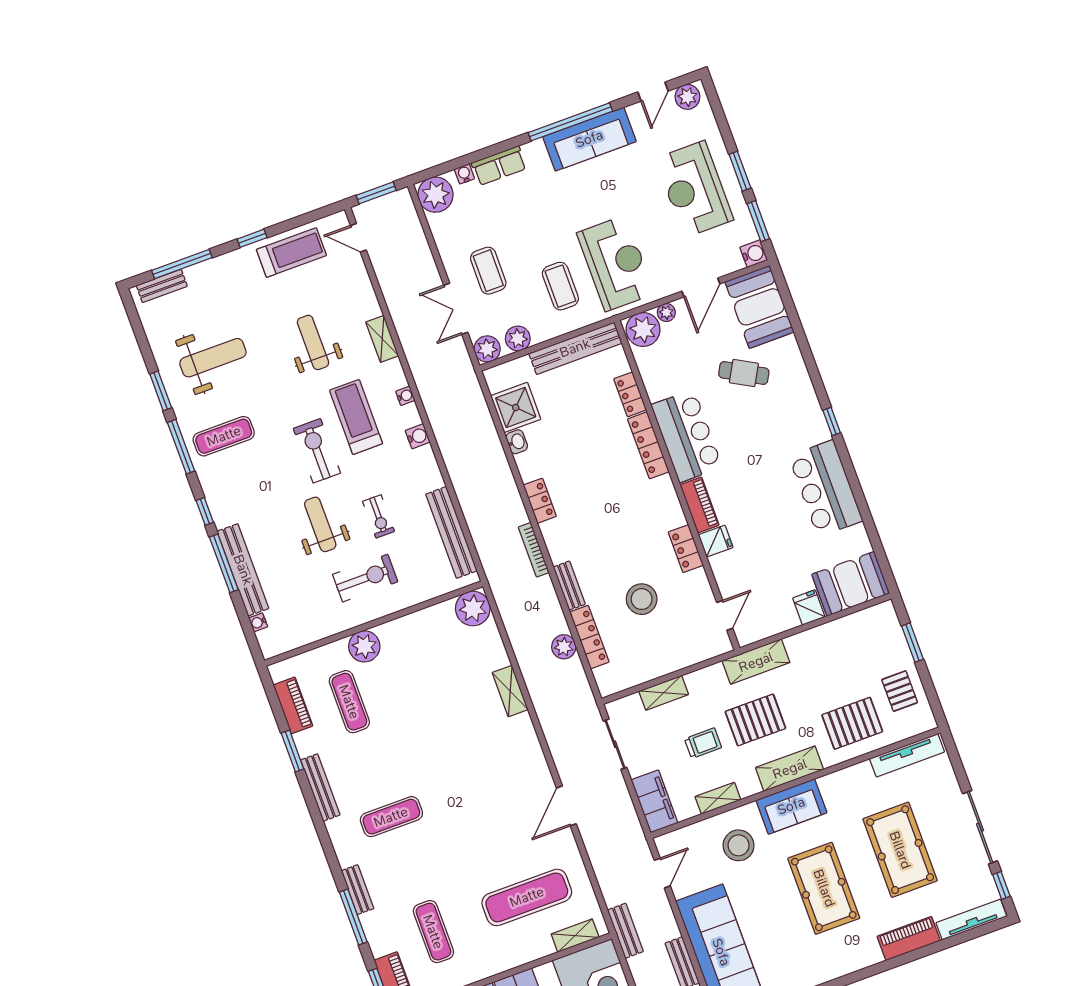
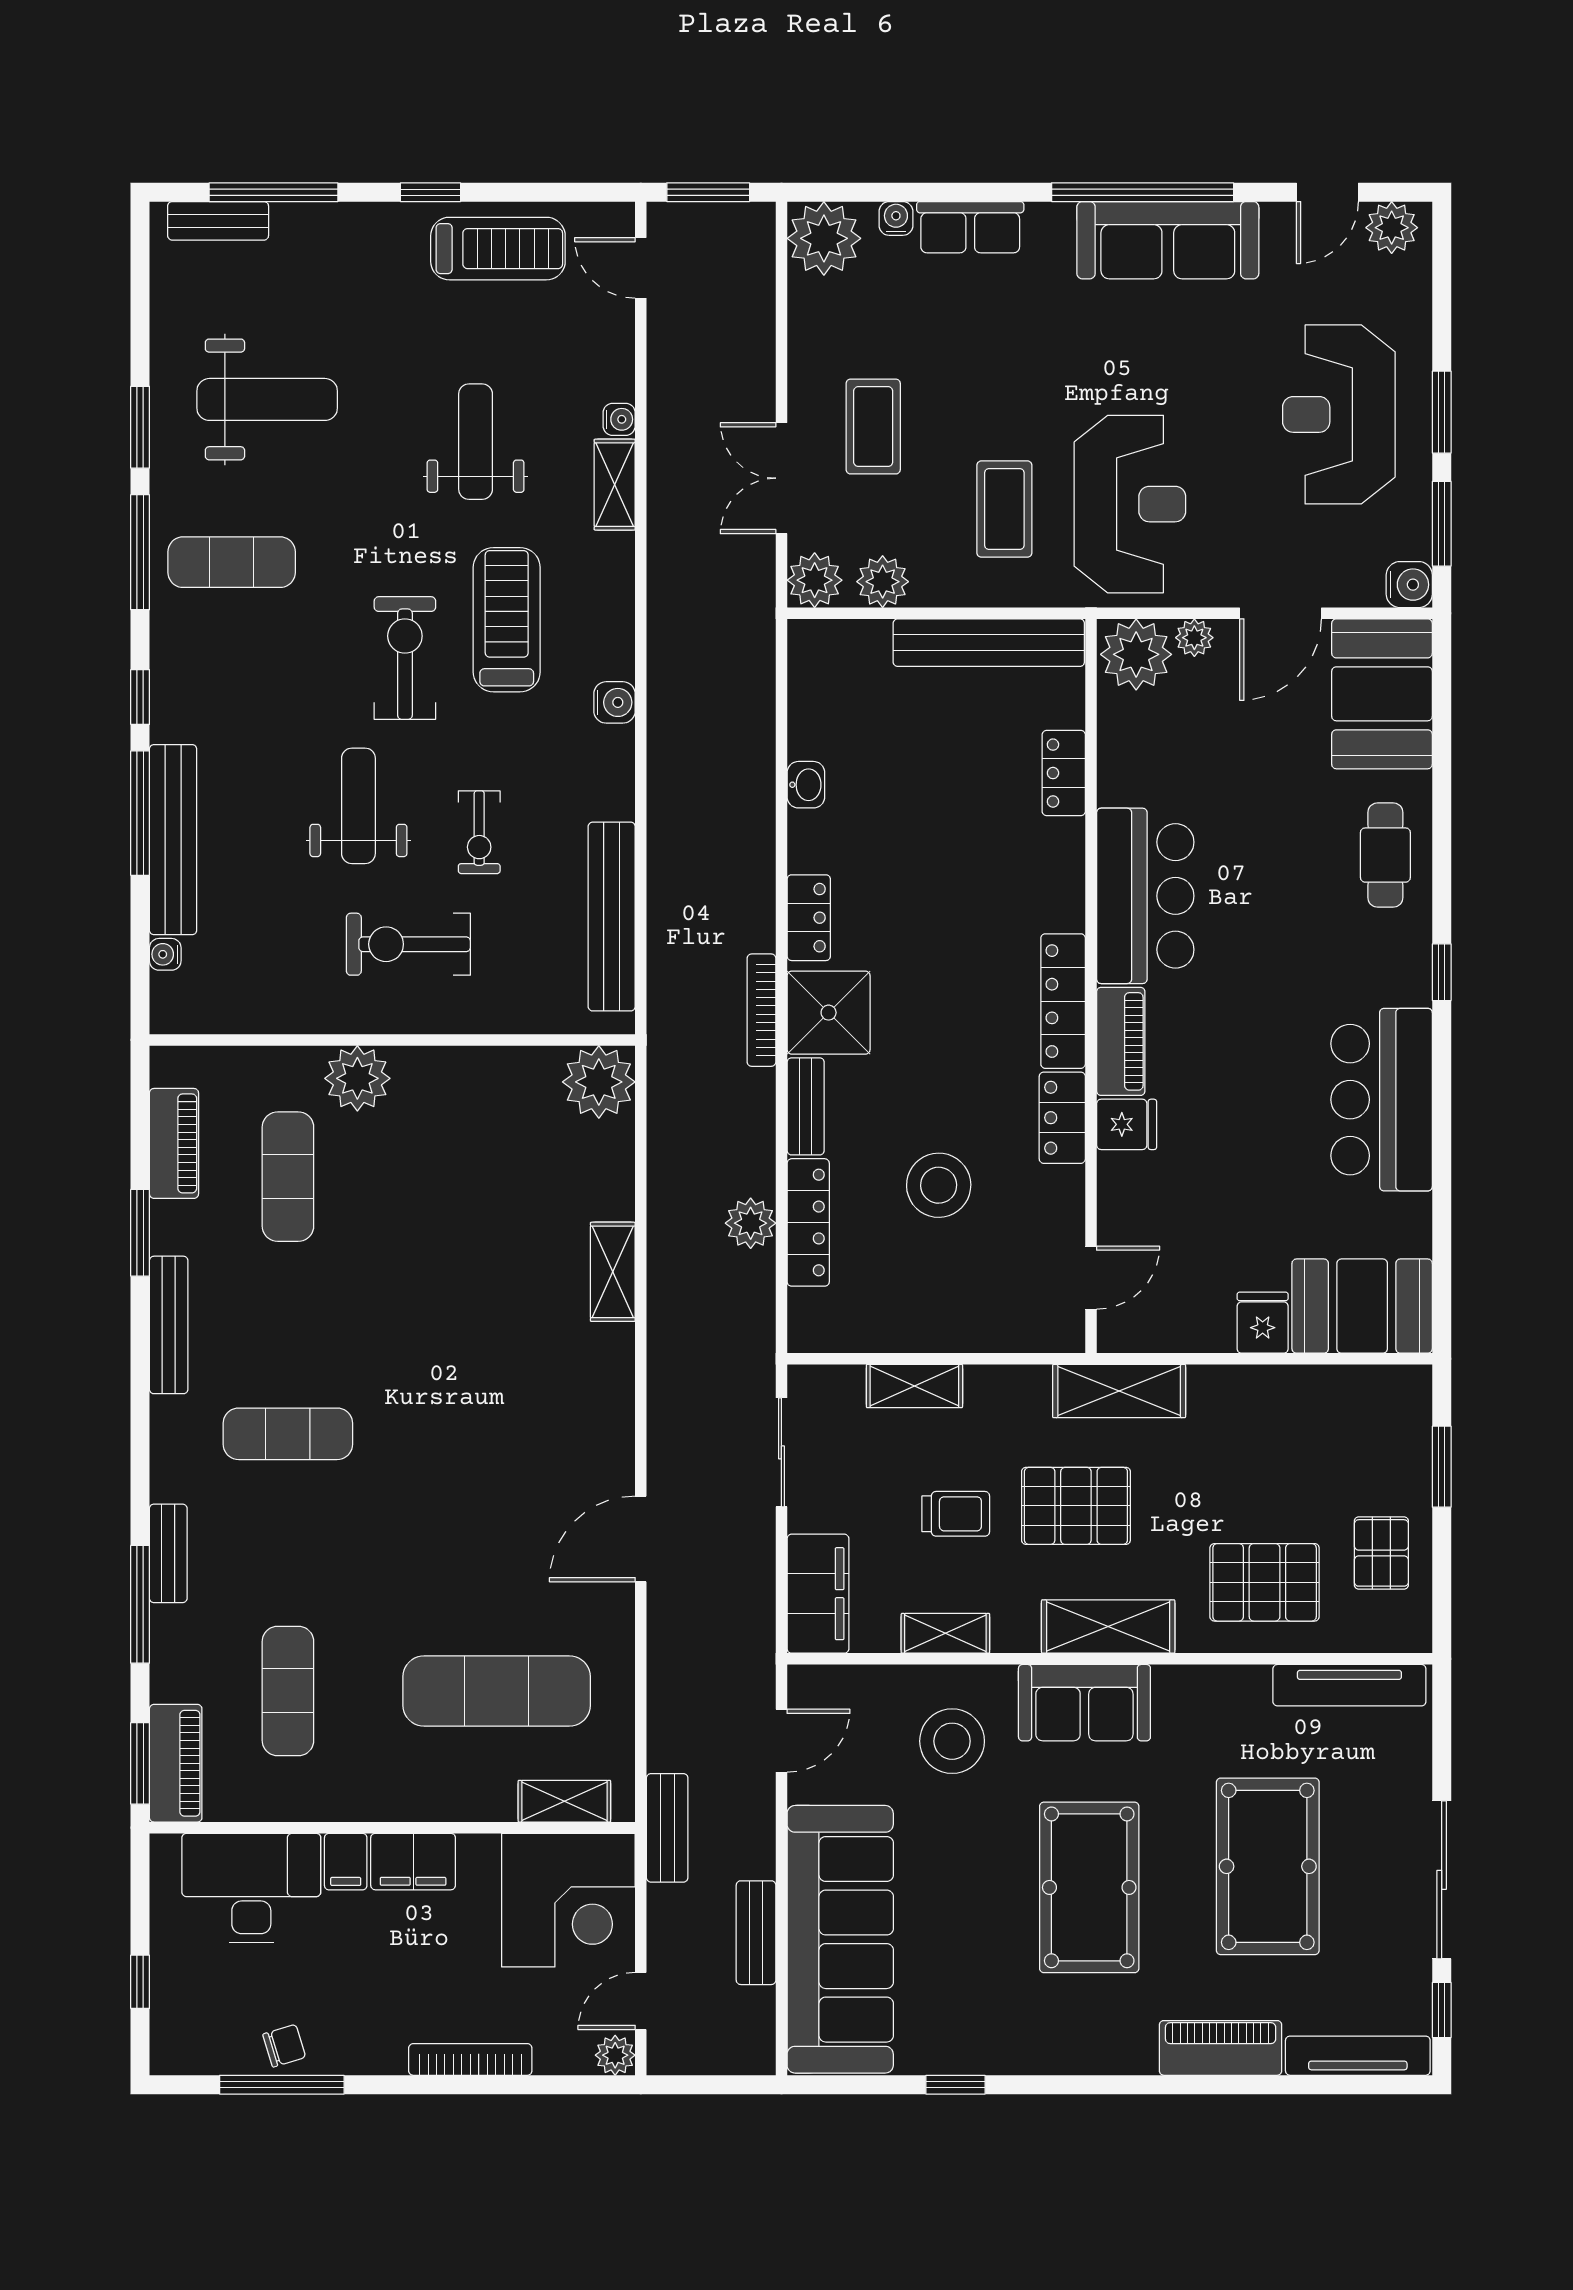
cafe table: (744, 373) -> (1385, 855), moved, turned 61
water cooler: (405, 396) -> (619, 419), moved
shower: (516, 407) -> (829, 1013), moved
locker: (648, 445) -> (1063, 1001), moved
exercise bike: (365, 578) -> (408, 944), turned 180

